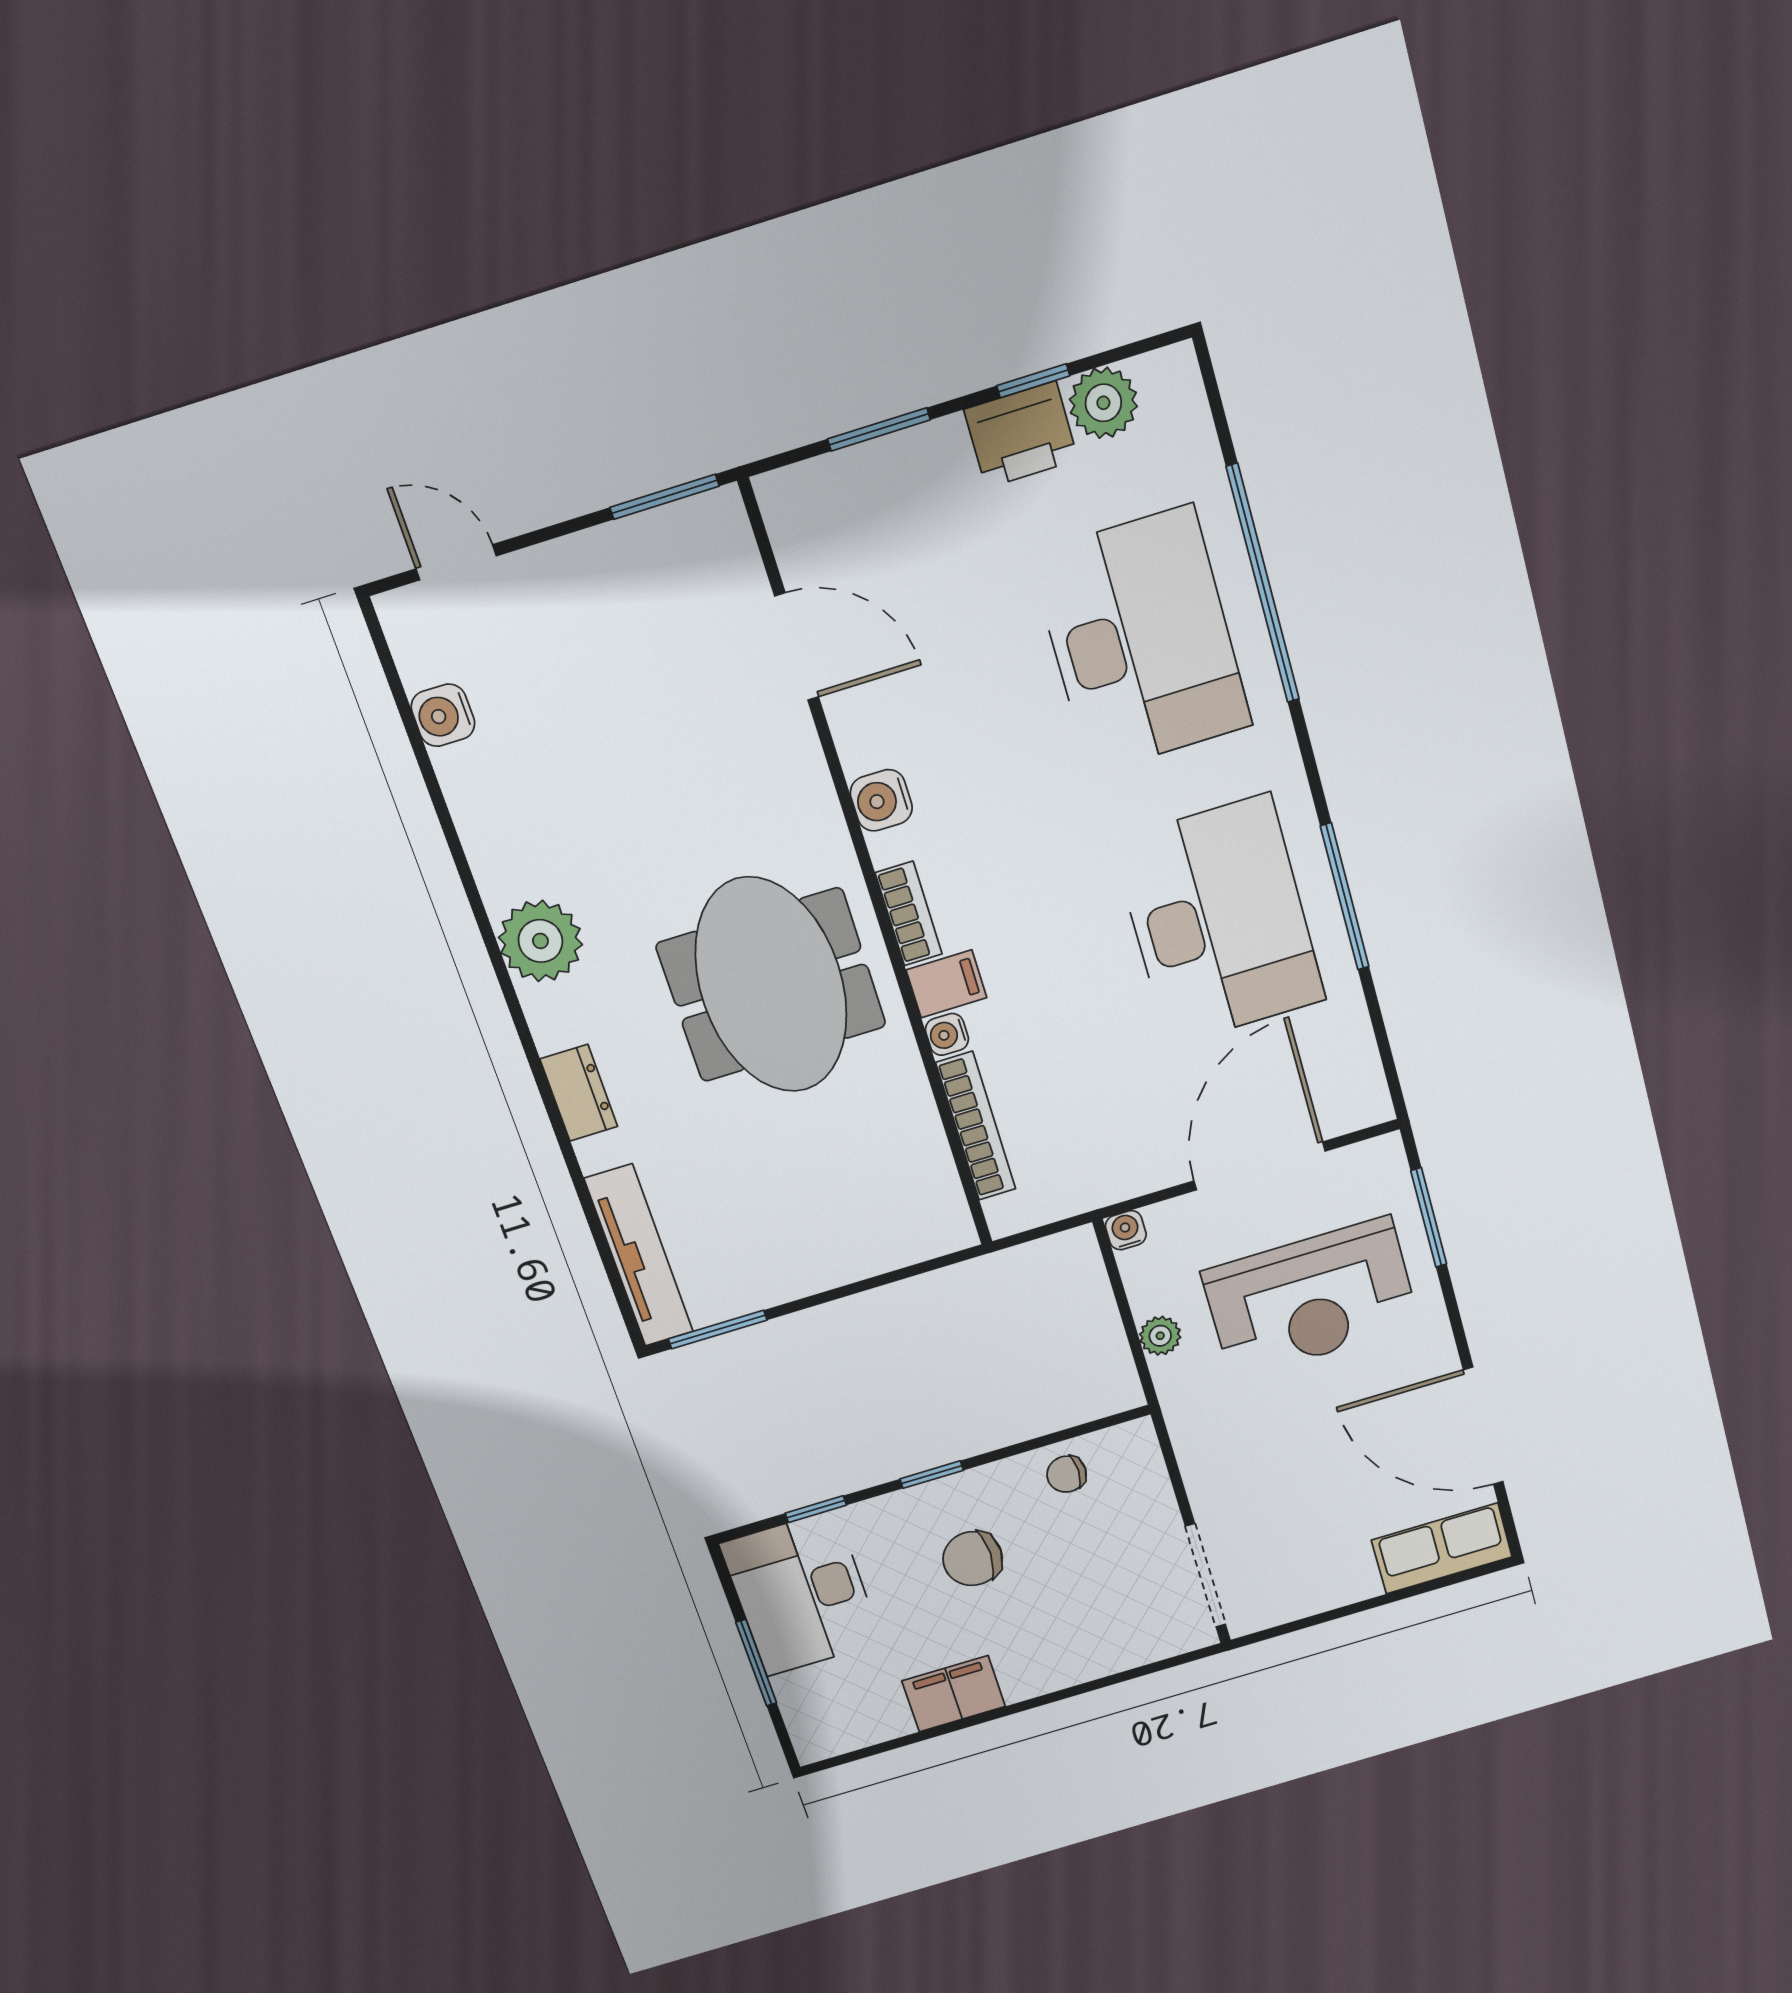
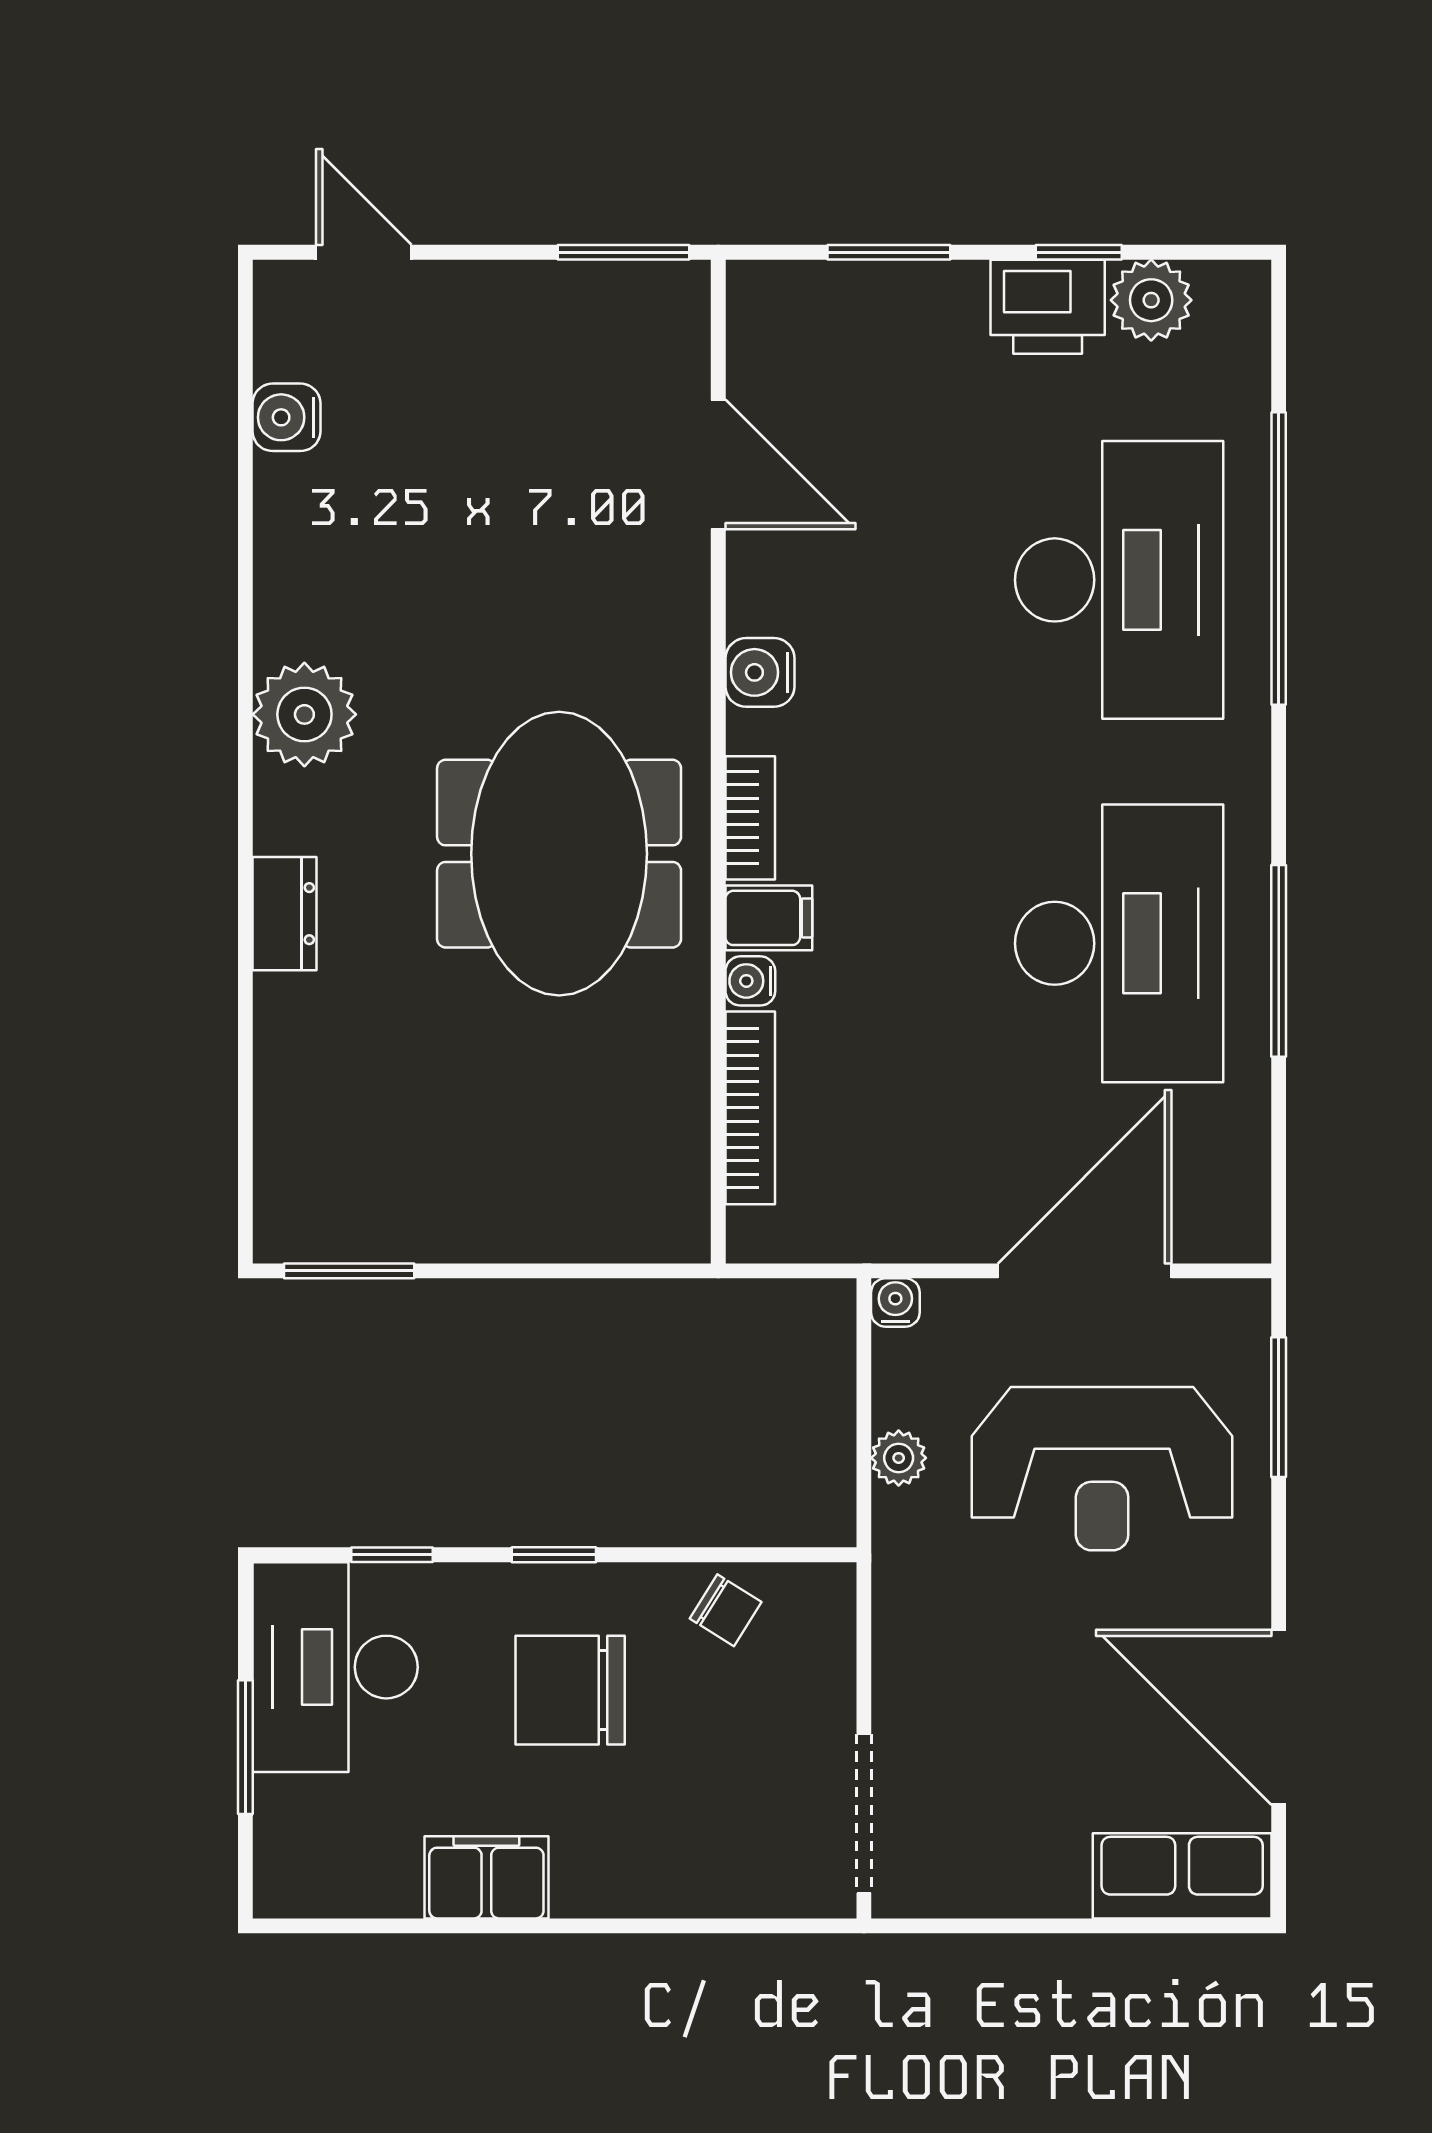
tv unit: (639, 1256) -> (285, 1143), removed
chair: (1067, 1474) -> (726, 1610), turned -148
chair: (973, 1559) -> (570, 1690), width x1.37, depth x1.37

